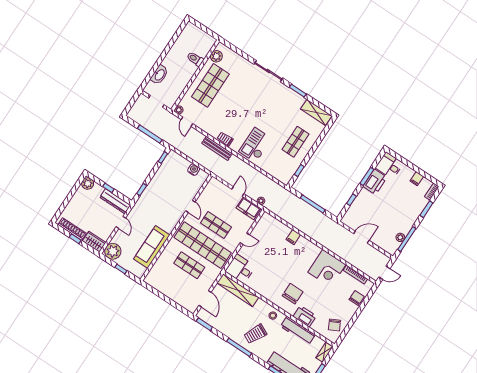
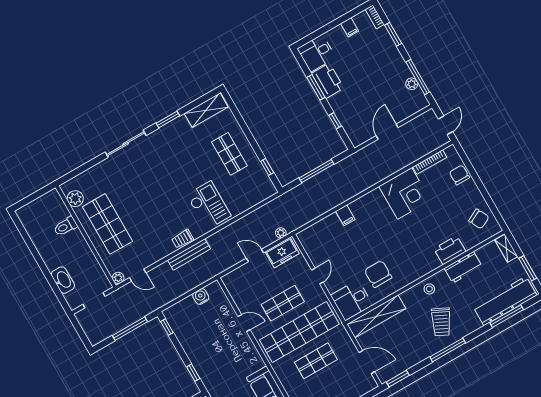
checkout: (255, 145) -> (209, 205), turned 180
chair: (293, 294) -> (378, 274), moved
workbench: (298, 330) -> (463, 267), width x0.73

